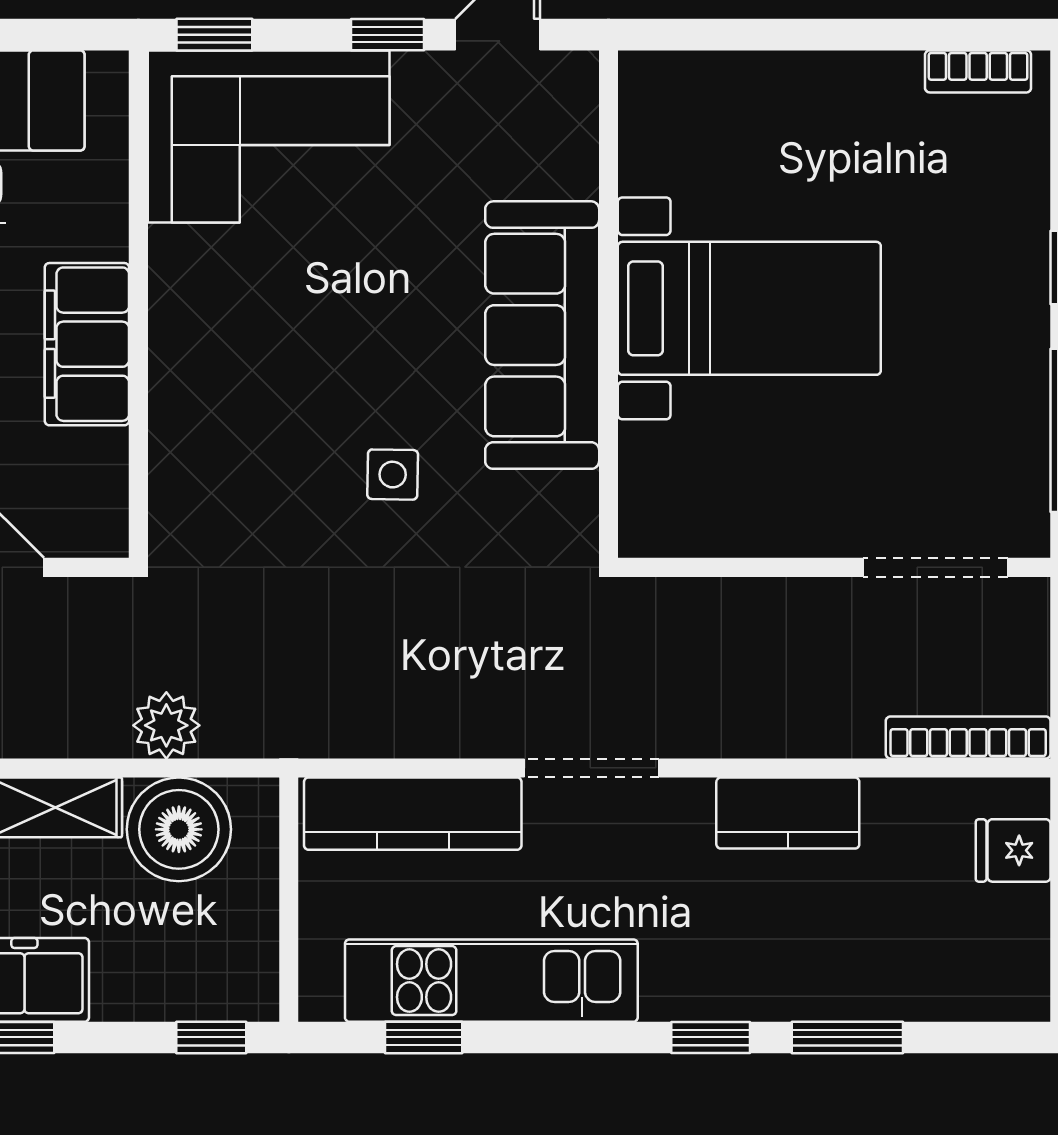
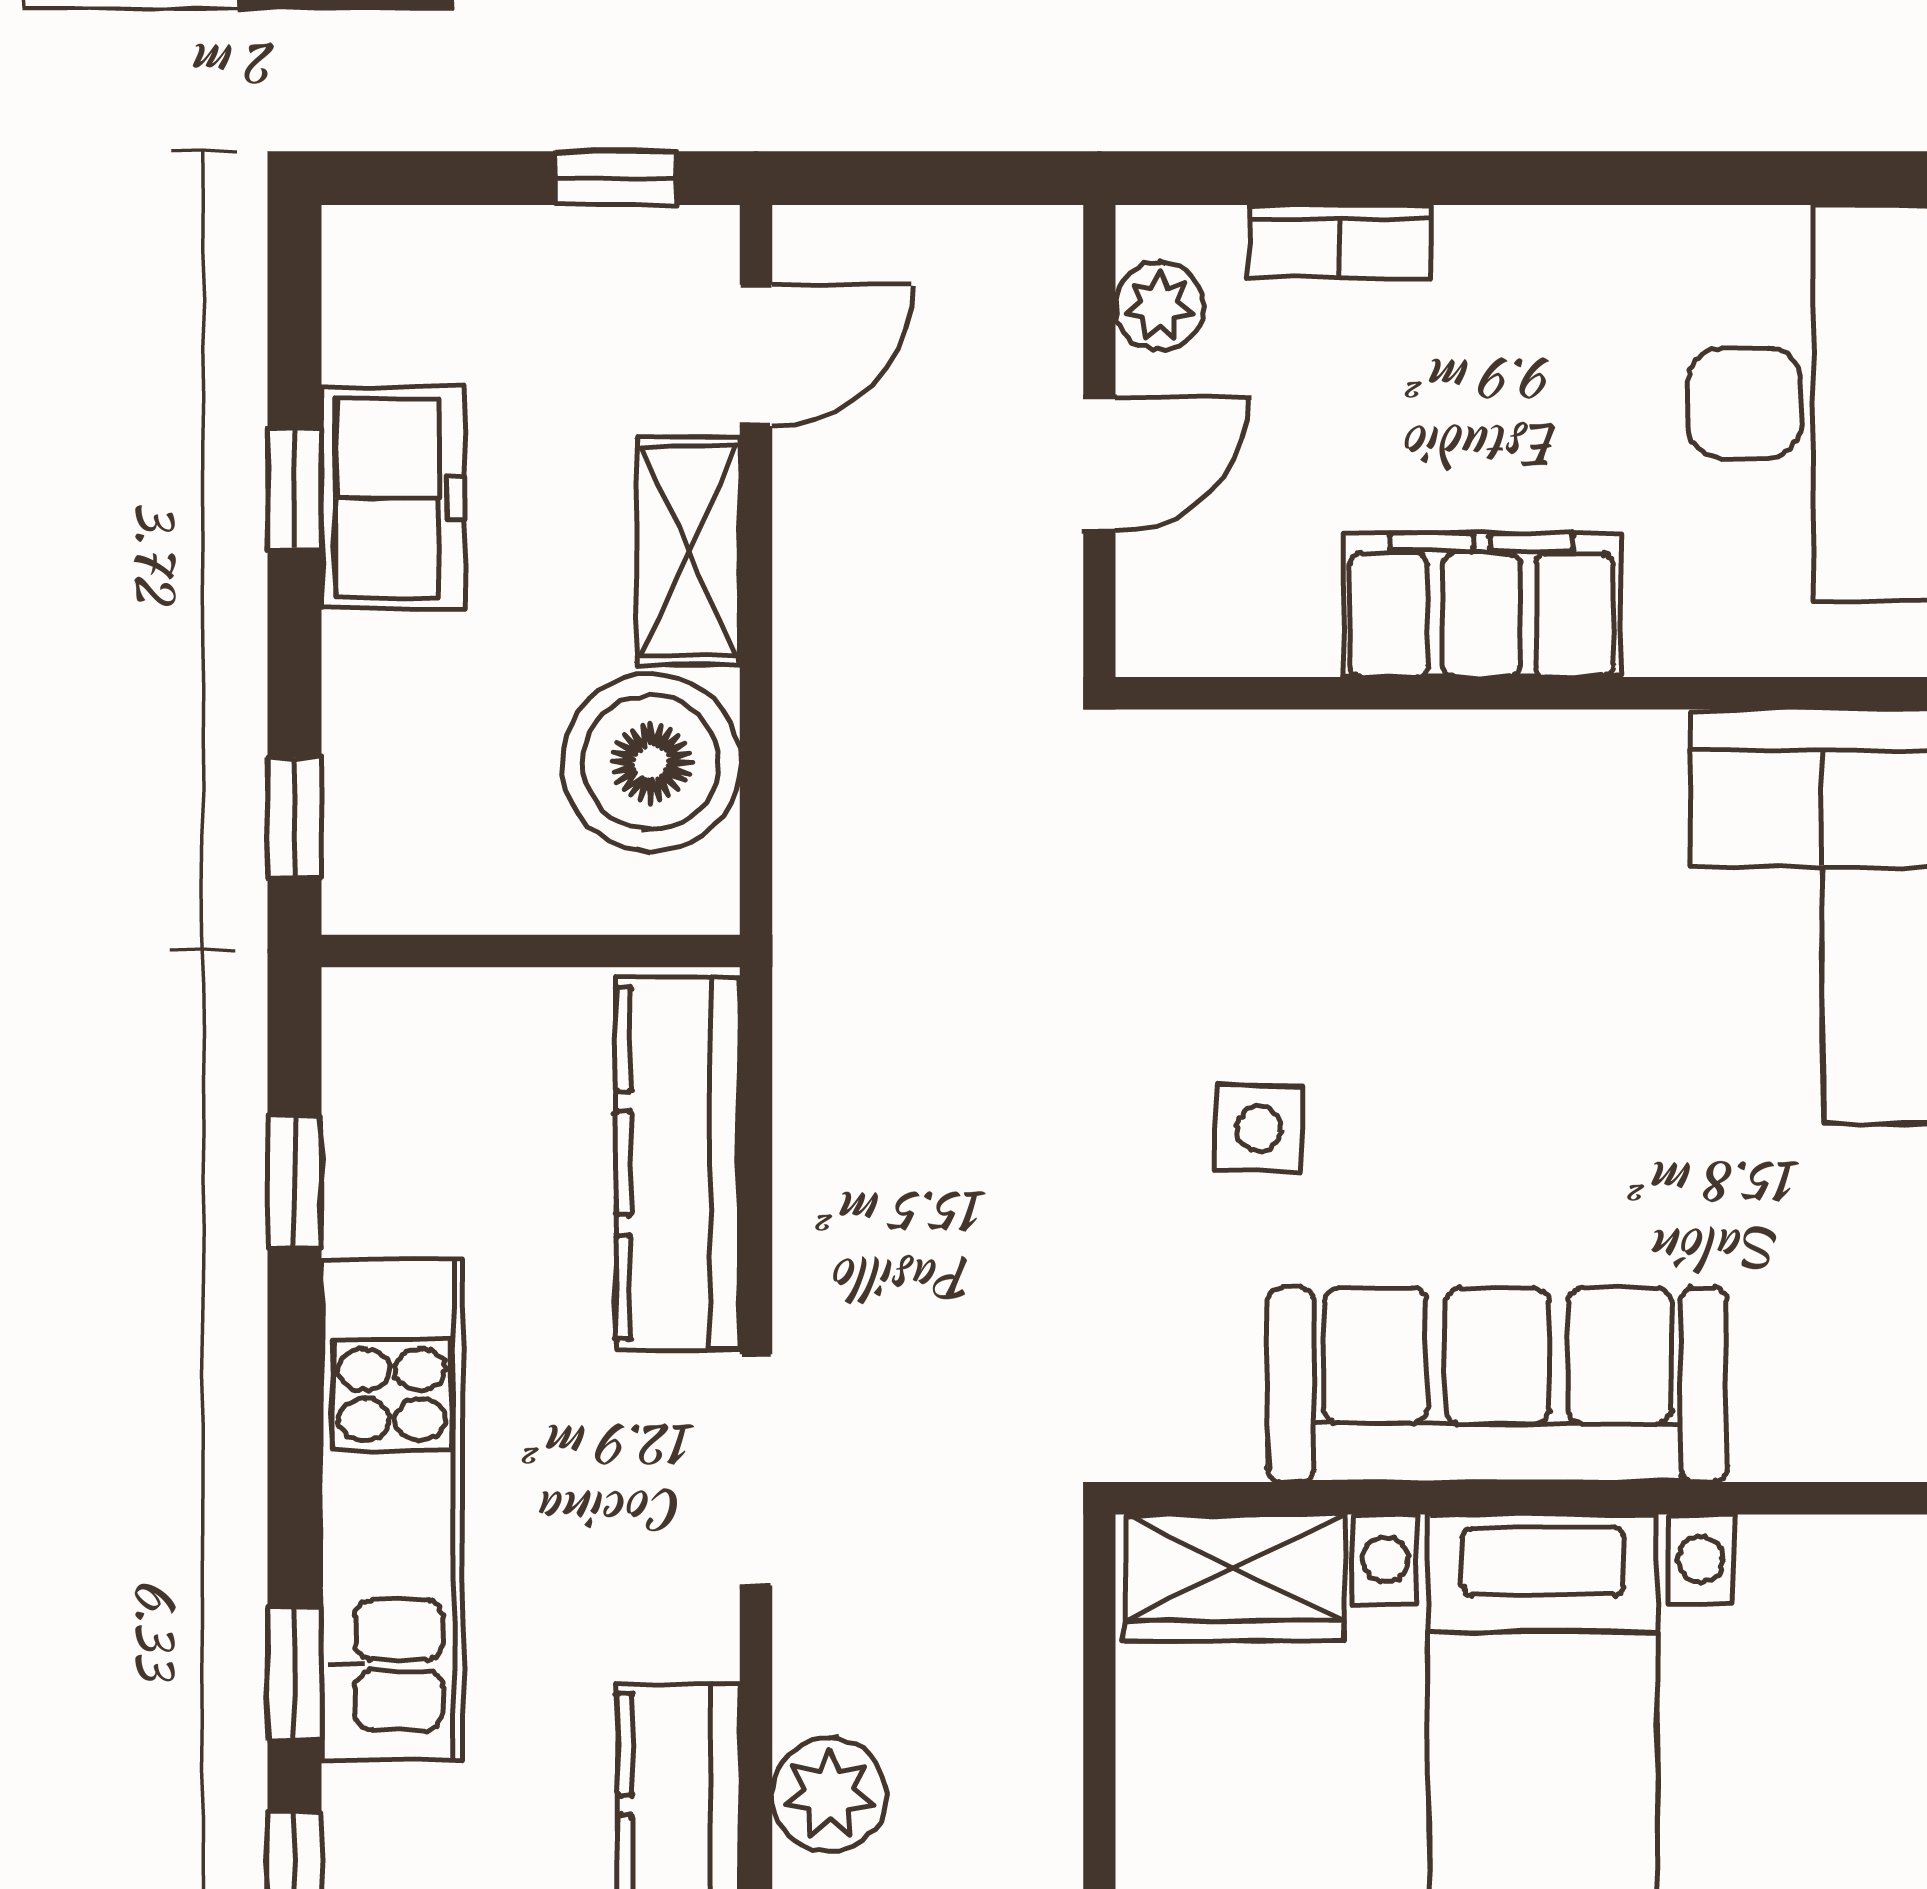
wardrobe: (655, 488) -> (1235, 1578), added
plant: (166, 725) -> (829, 1795), moved
kitchen unit: (491, 981) -> (392, 1510), moved

